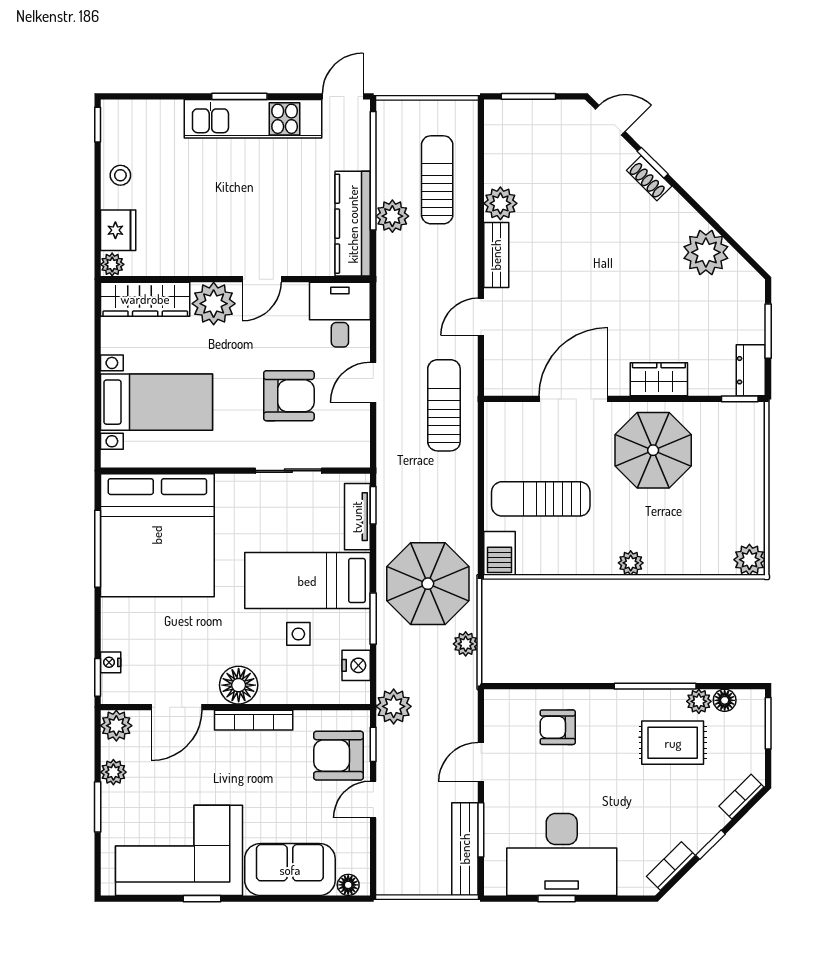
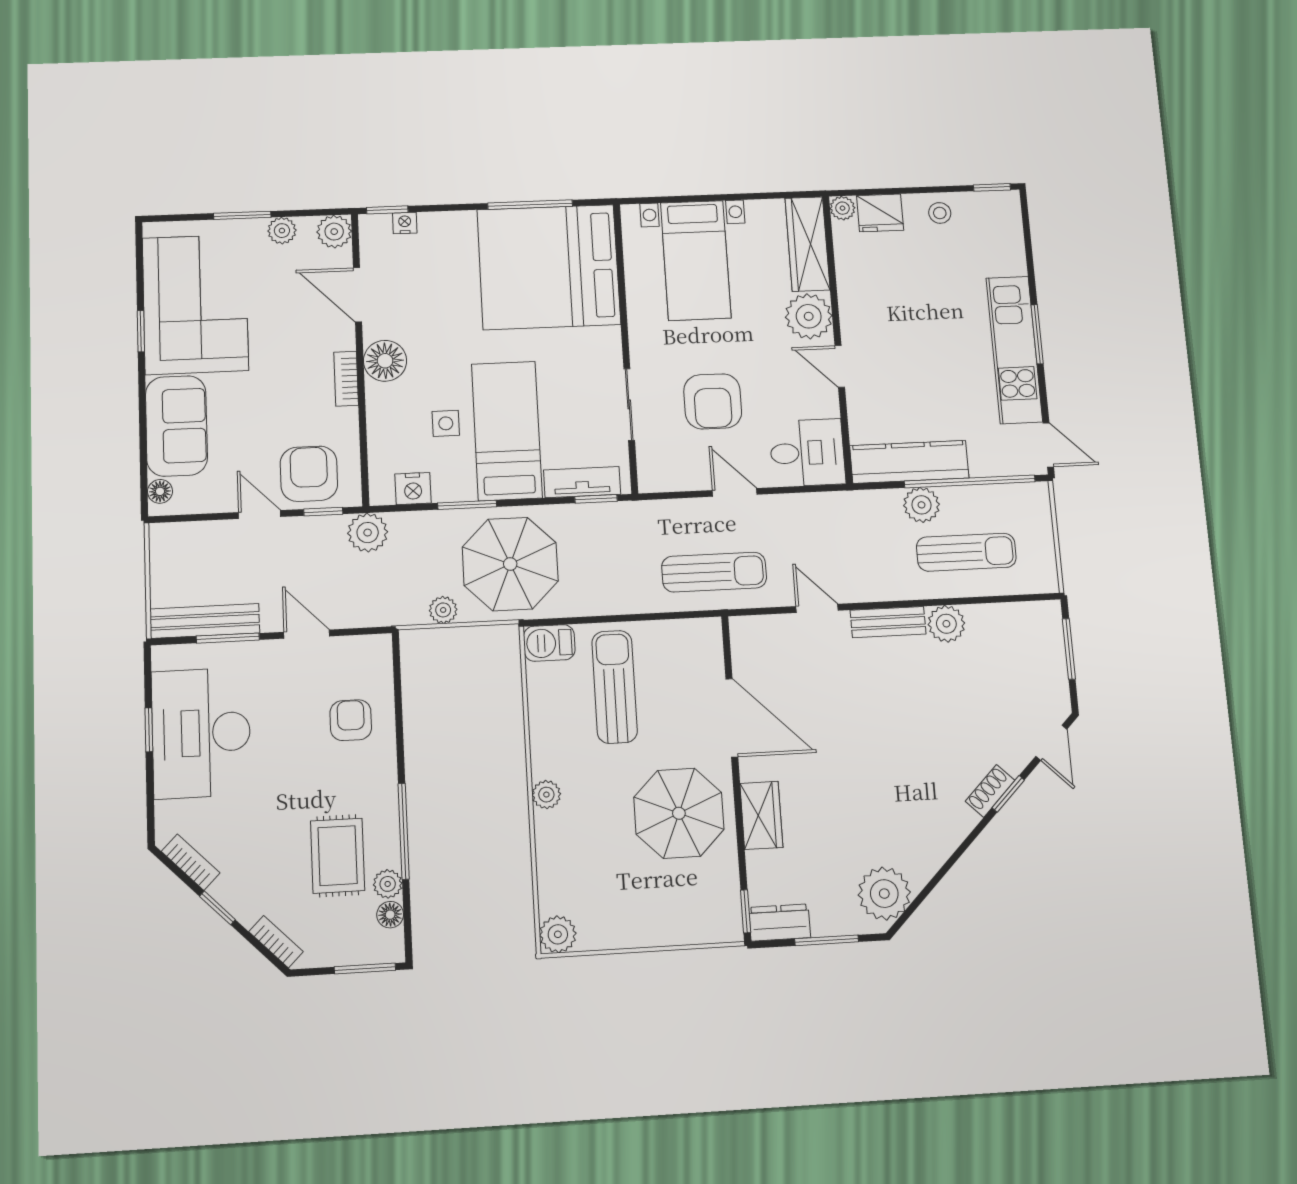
plant: (706, 252) -> (884, 894), moved
bookcase: (254, 720) -> (346, 379), width x0.64

